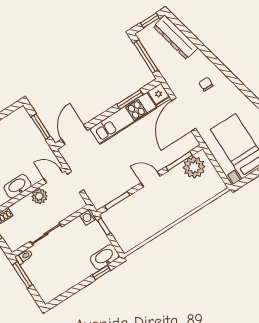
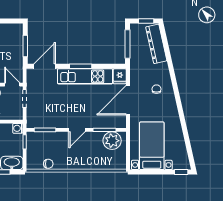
window: (130, 99) -> (81, 66), moved
door: (150, 179) -> (77, 130), swing flipped
chair: (143, 234) -> (48, 164), added

